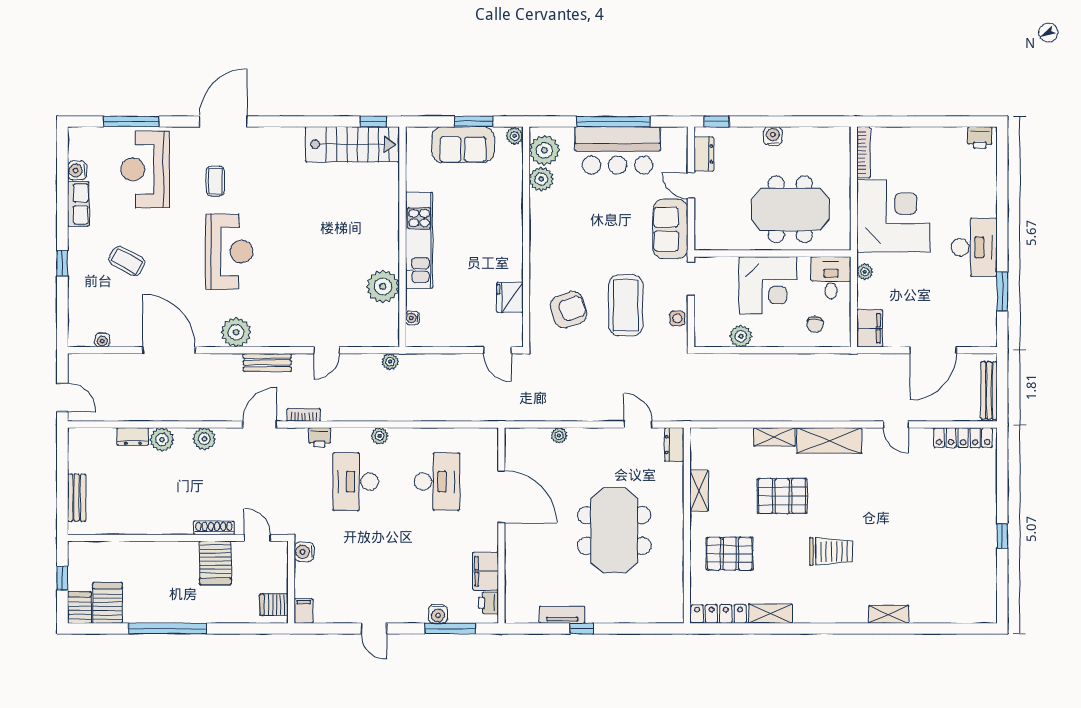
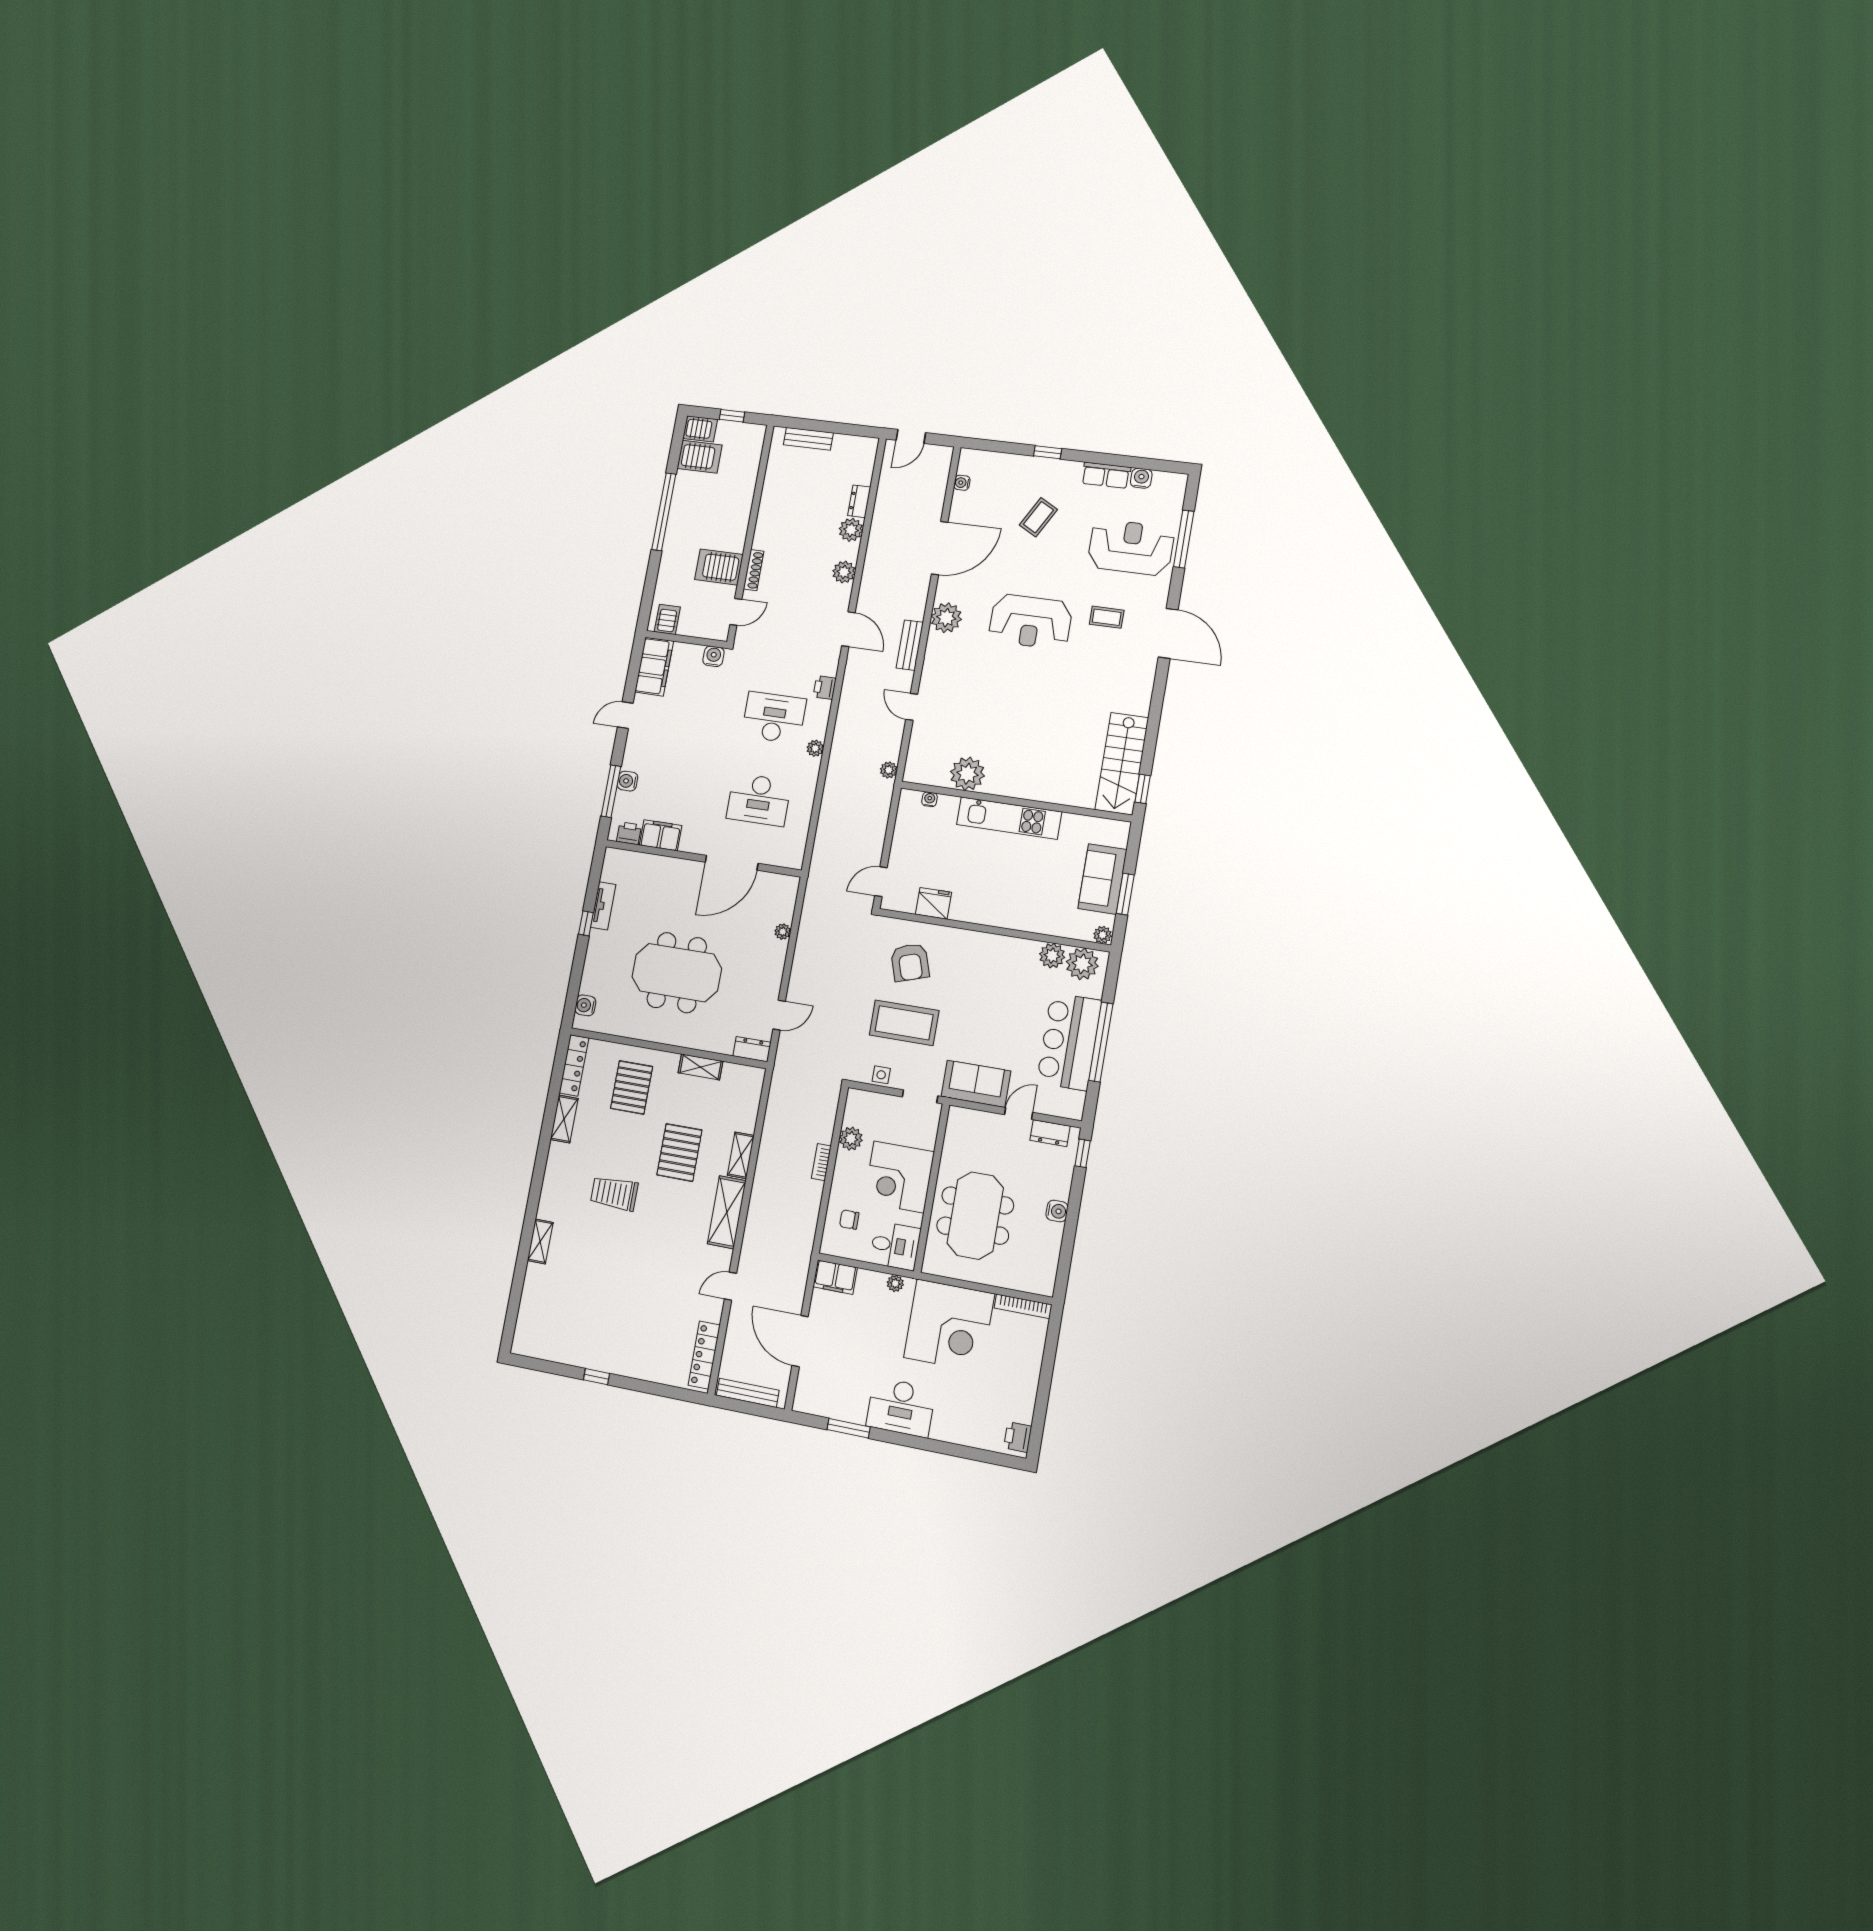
bookcase: (304, 415) -> (821, 1162), moved, turned 180
trolley: (831, 551) -> (614, 1193), turned 90
filing cabinet: (304, 611) -> (654, 667), width x3.00, depth x1.17
water cooler: (660, 614) -> (585, 1005), added

